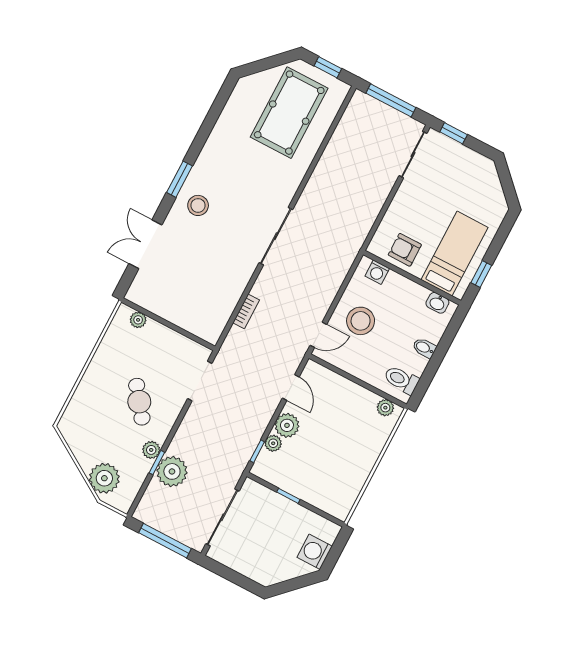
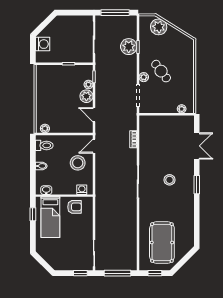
stool: (198, 205) -> (170, 180), moved
plant: (151, 450) -> (144, 77), moved

